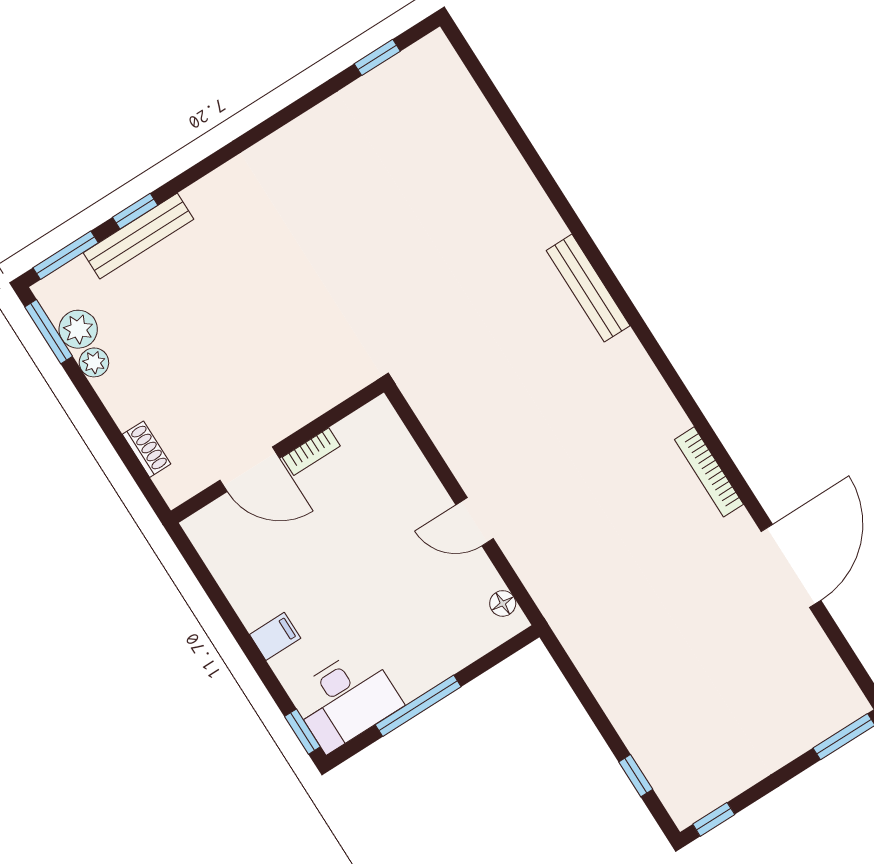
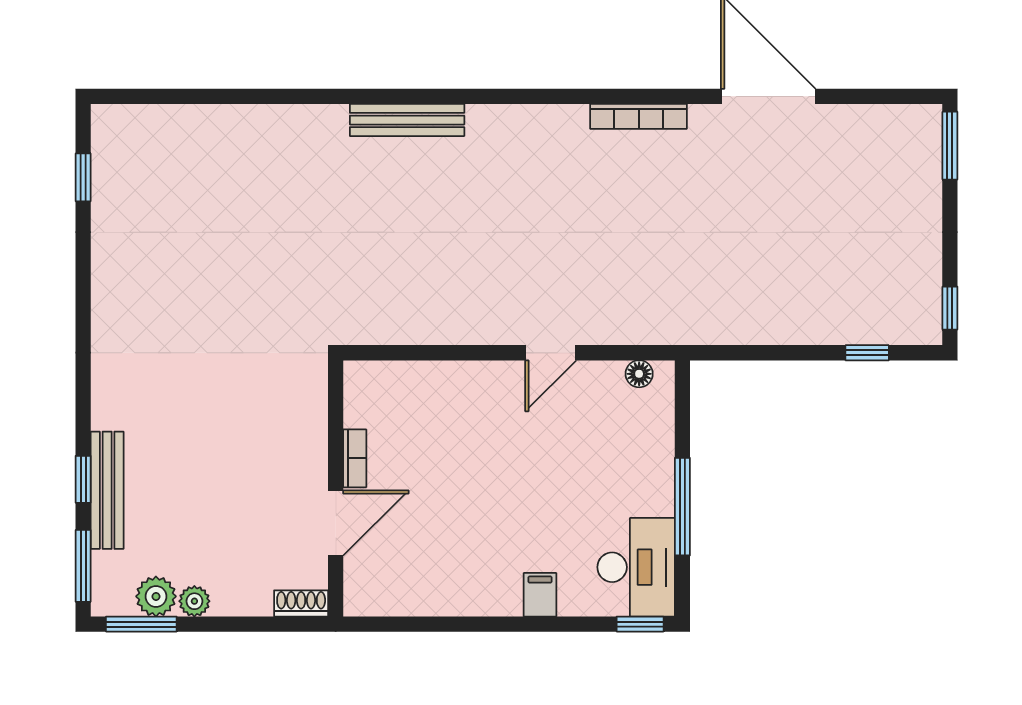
wall: (277, 452) -> (336, 488), moved
bookcase: (311, 452) -> (355, 458), moved
door: (250, 469) -> (336, 523), moved

